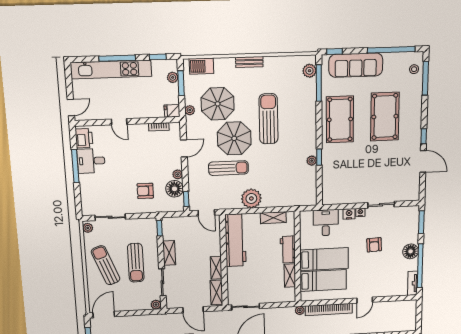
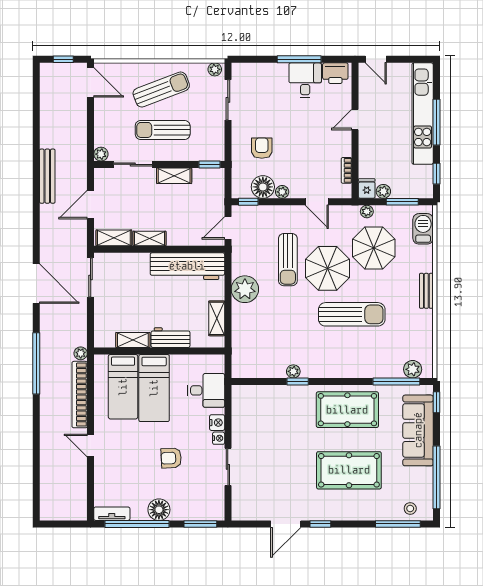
plant: (173, 77) -> (383, 191), moved

